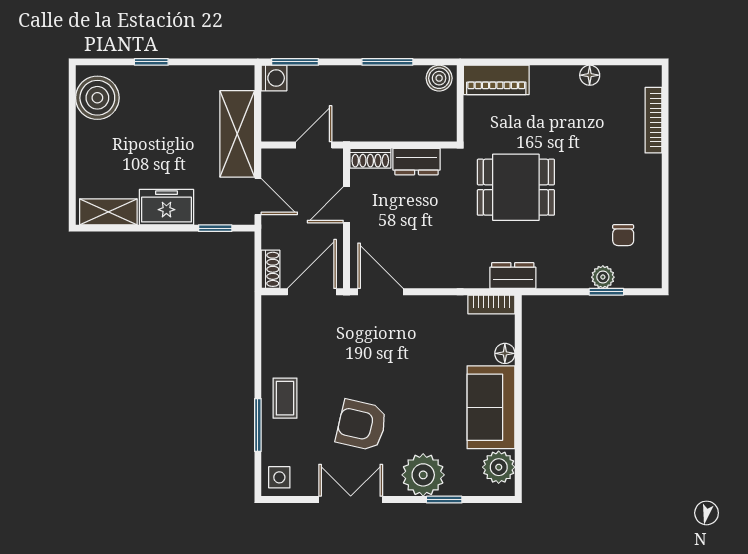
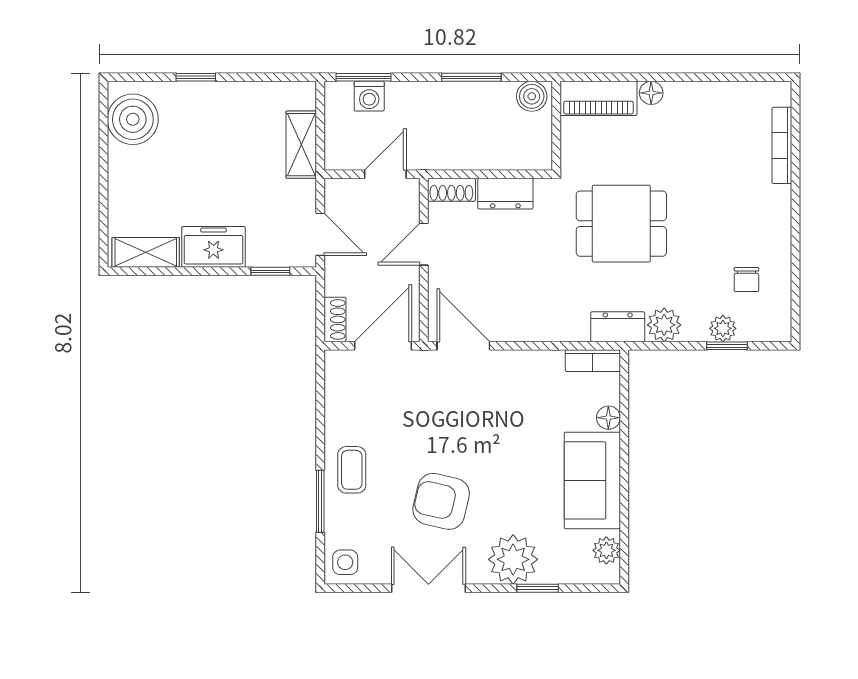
floor lamp: (590, 75) -> (651, 93), moved
washing machine: (274, 78) -> (369, 96), moved, turned 90
shelving: (237, 134) -> (301, 145), width x0.67, depth x0.75
plant: (553, 274) -> (664, 325), added
plant: (499, 467) -> (606, 550), width x0.73, depth x0.73

